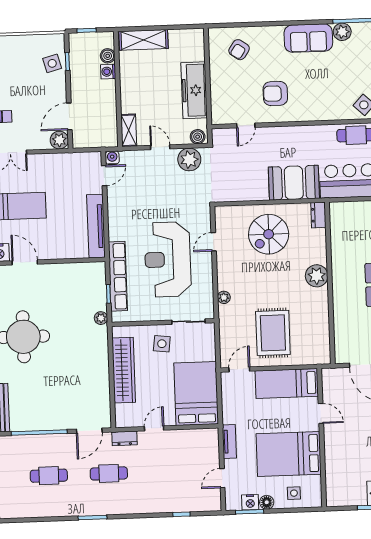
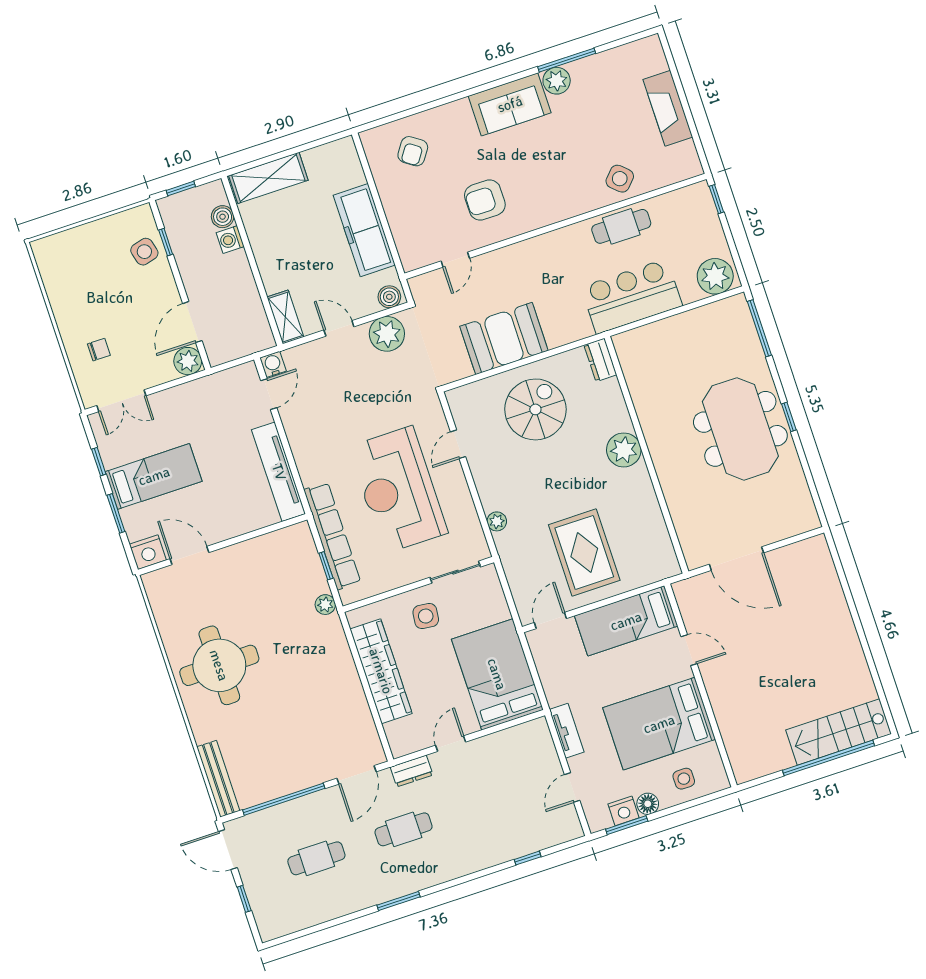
booth: (294, 183) -> (504, 338), moved
spiral stairs: (269, 234) -> (535, 409), turned 180

